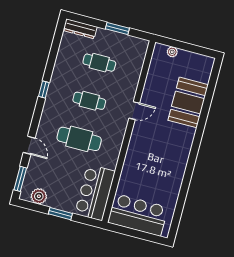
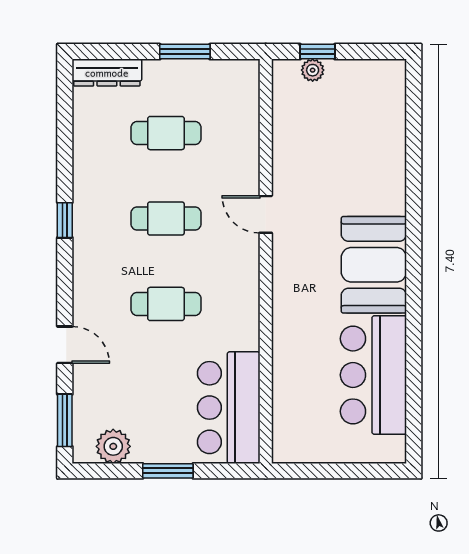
window: (177, 44) -> (318, 52), added
booth: (188, 102) -> (374, 265), moved
door: (134, 111) -> (266, 214), swing flipped
cafe table: (79, 139) -> (166, 304), width x0.73, depth x0.74
bar counter: (138, 215) -> (373, 375), moved, turned -90

